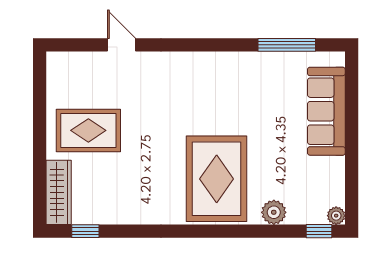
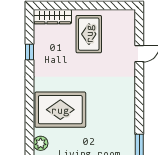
window: (85, 231) -> (30, 52), moved

